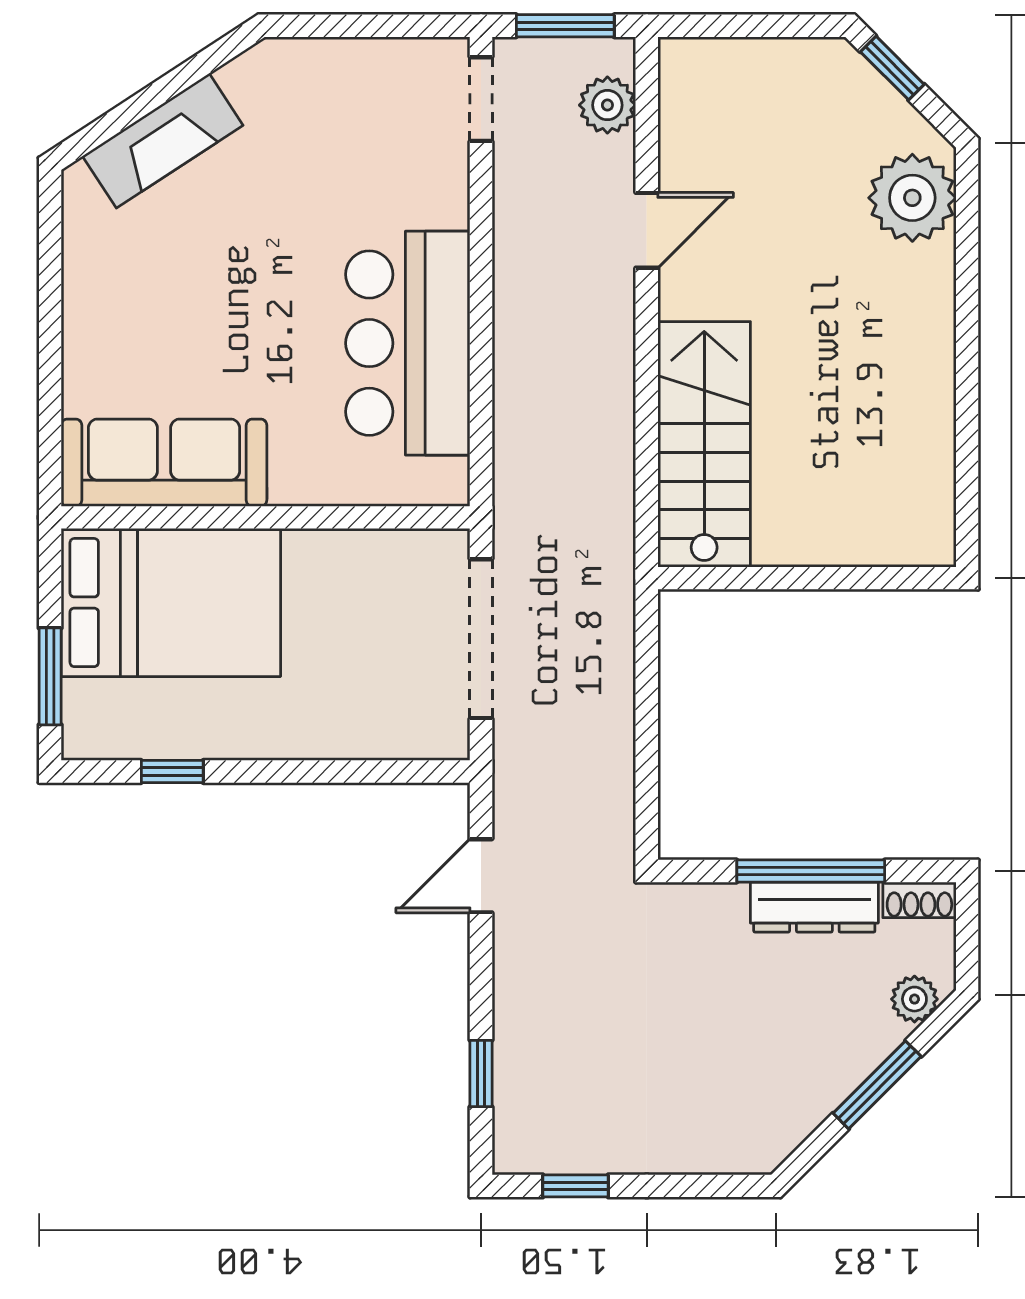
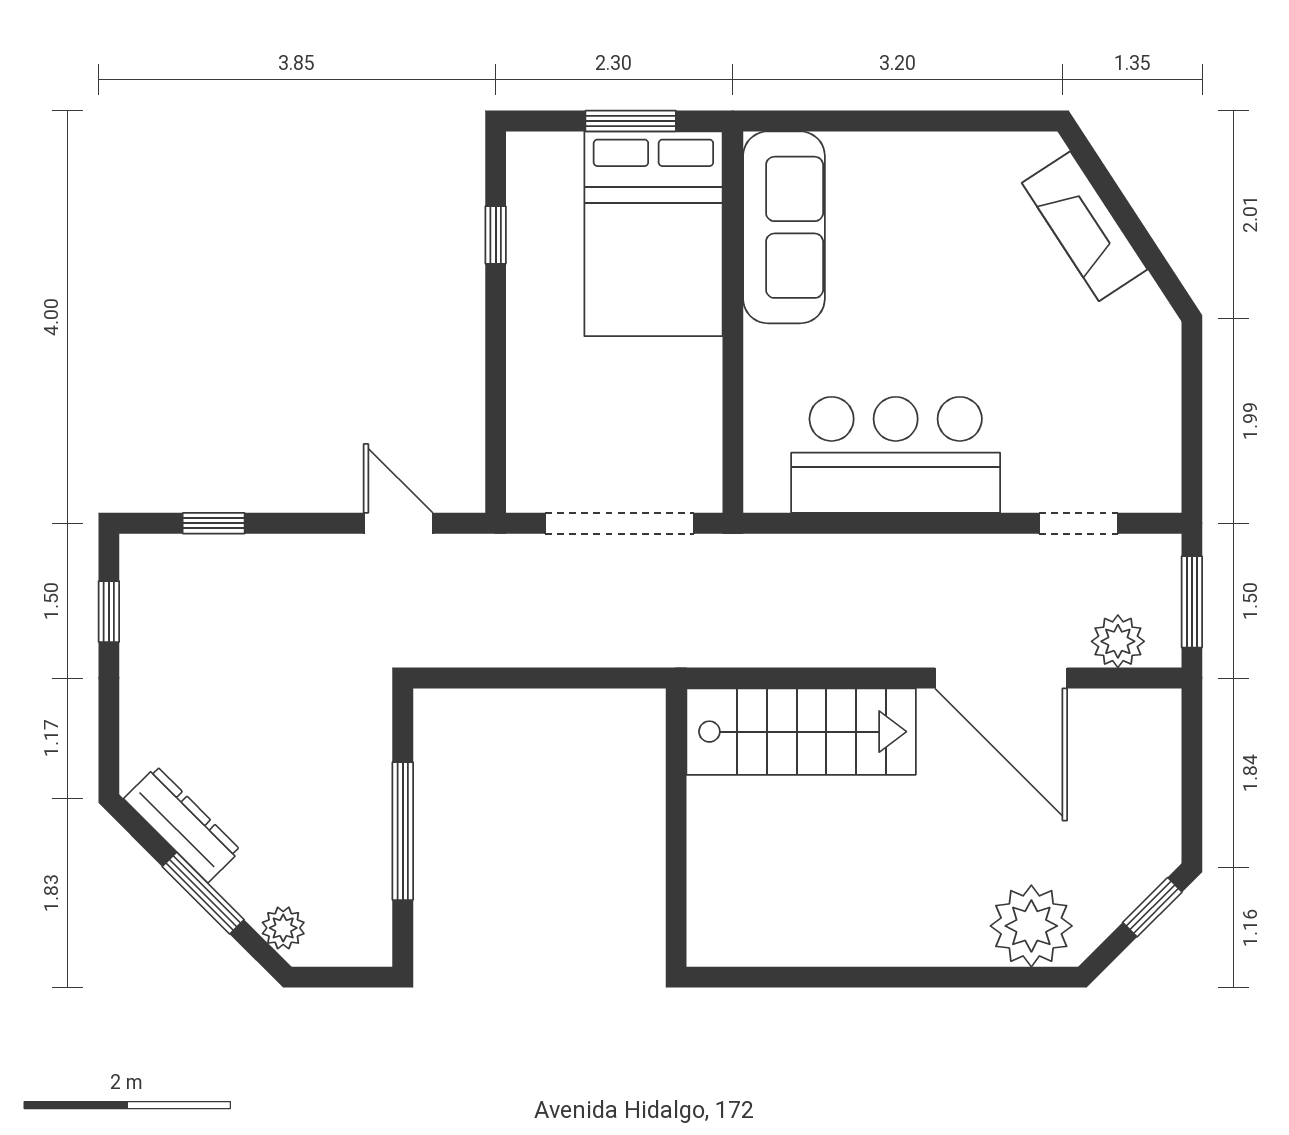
doorway: (481, 99) -> (1078, 523), moved
door: (647, 230) -> (1001, 678), width x1.87
window: (50, 676) -> (631, 121), moved
shoe rack: (919, 900) -> (376, 933), removed
dresser: (814, 907) -> (182, 824), moved, turned 135

